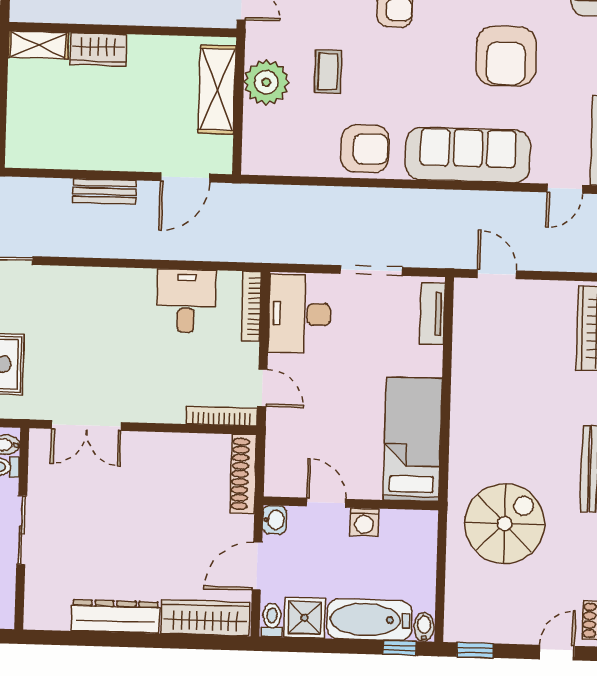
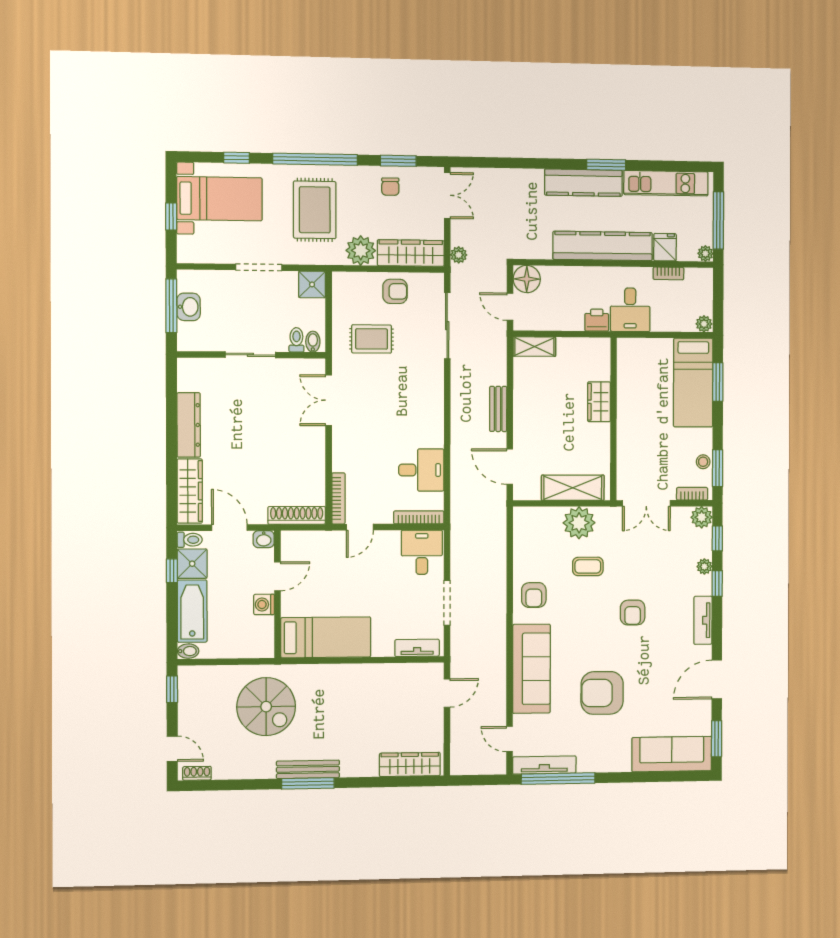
shelving: (38, 45) -> (534, 347), moved, turned 90
armchair: (365, 149) -> (534, 595), width x0.72, depth x0.72
desk: (300, 314) -> (422, 552), width x0.73
window: (400, 648) -> (172, 571), moved

